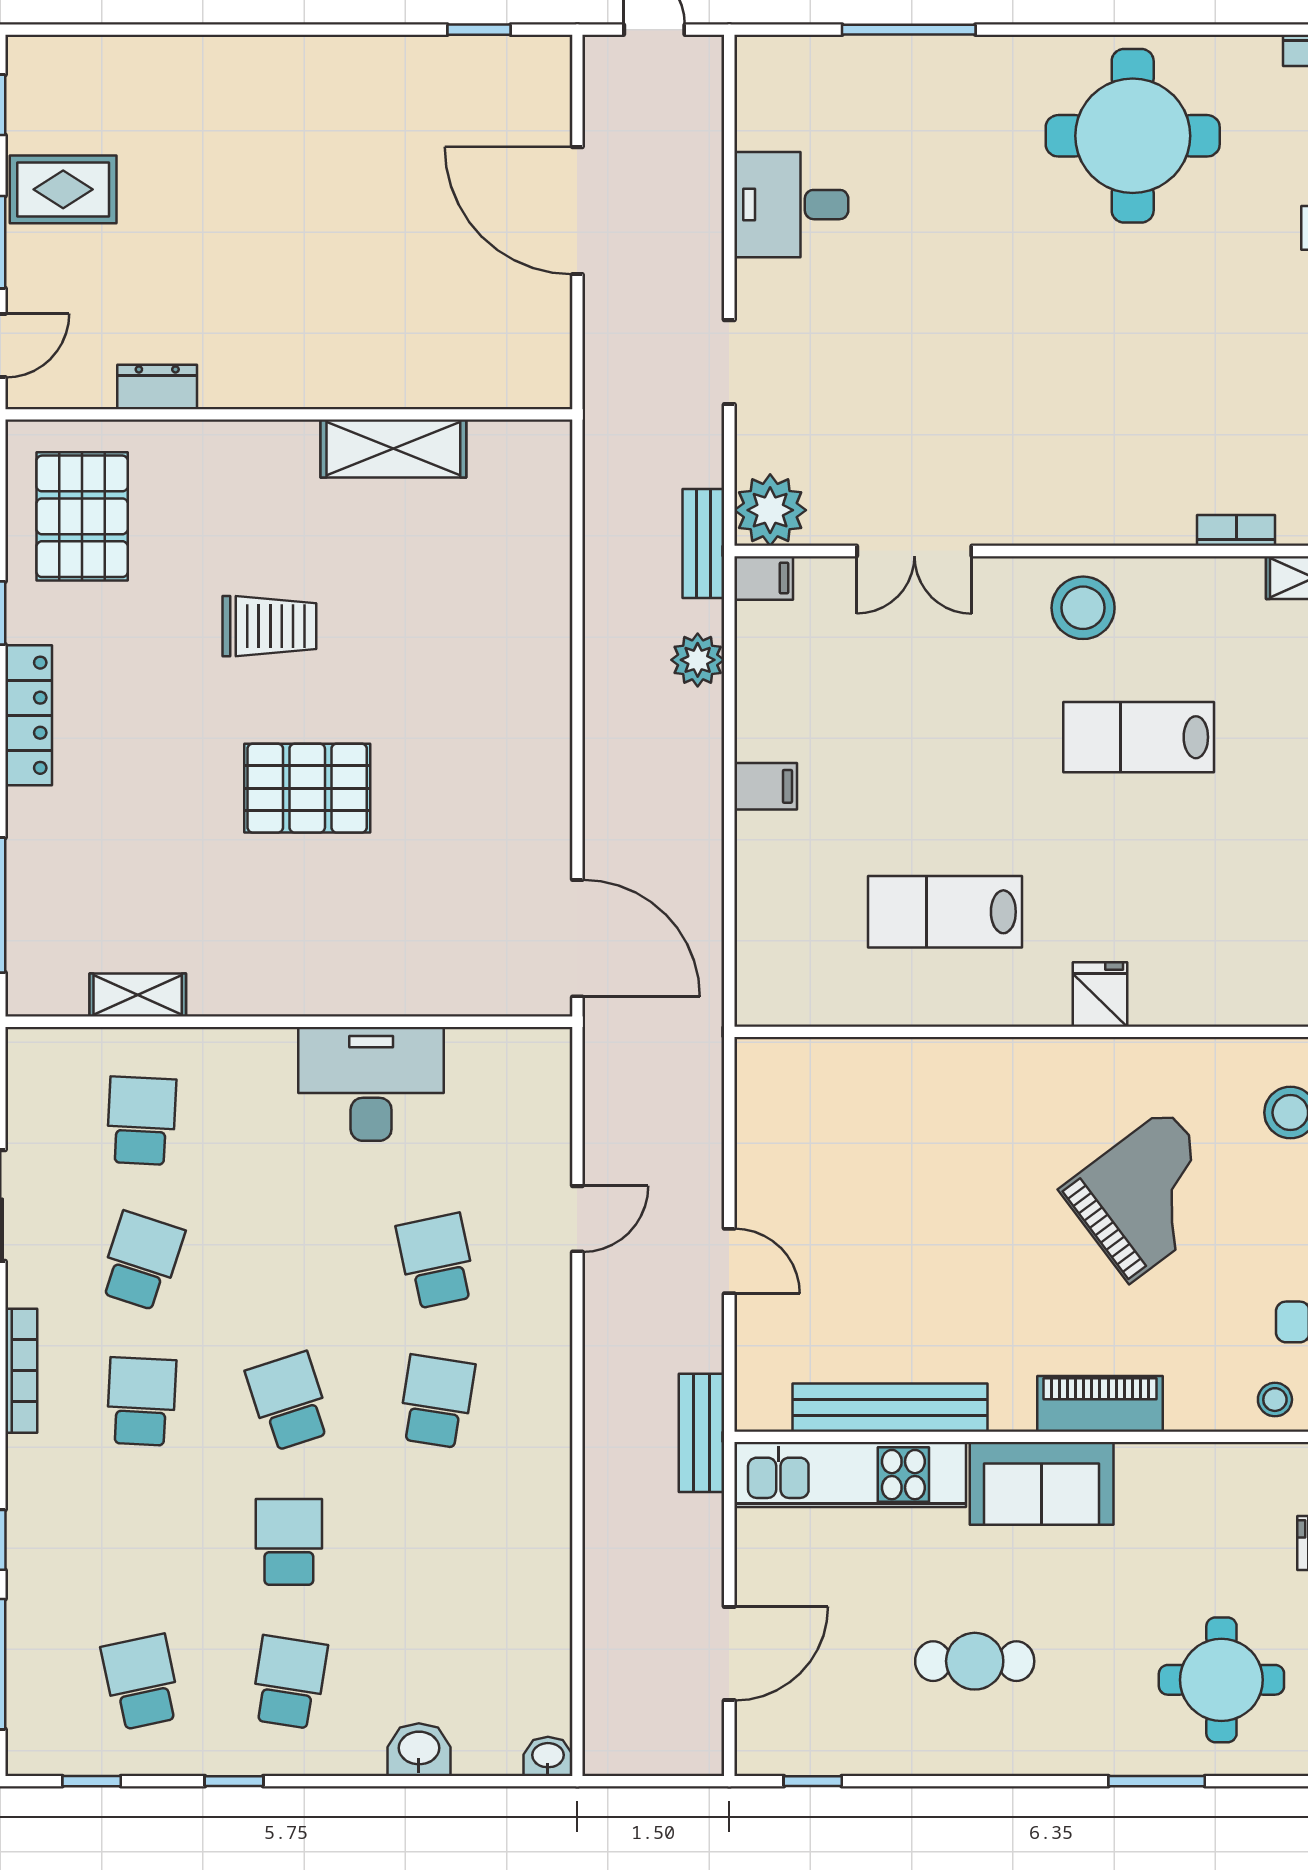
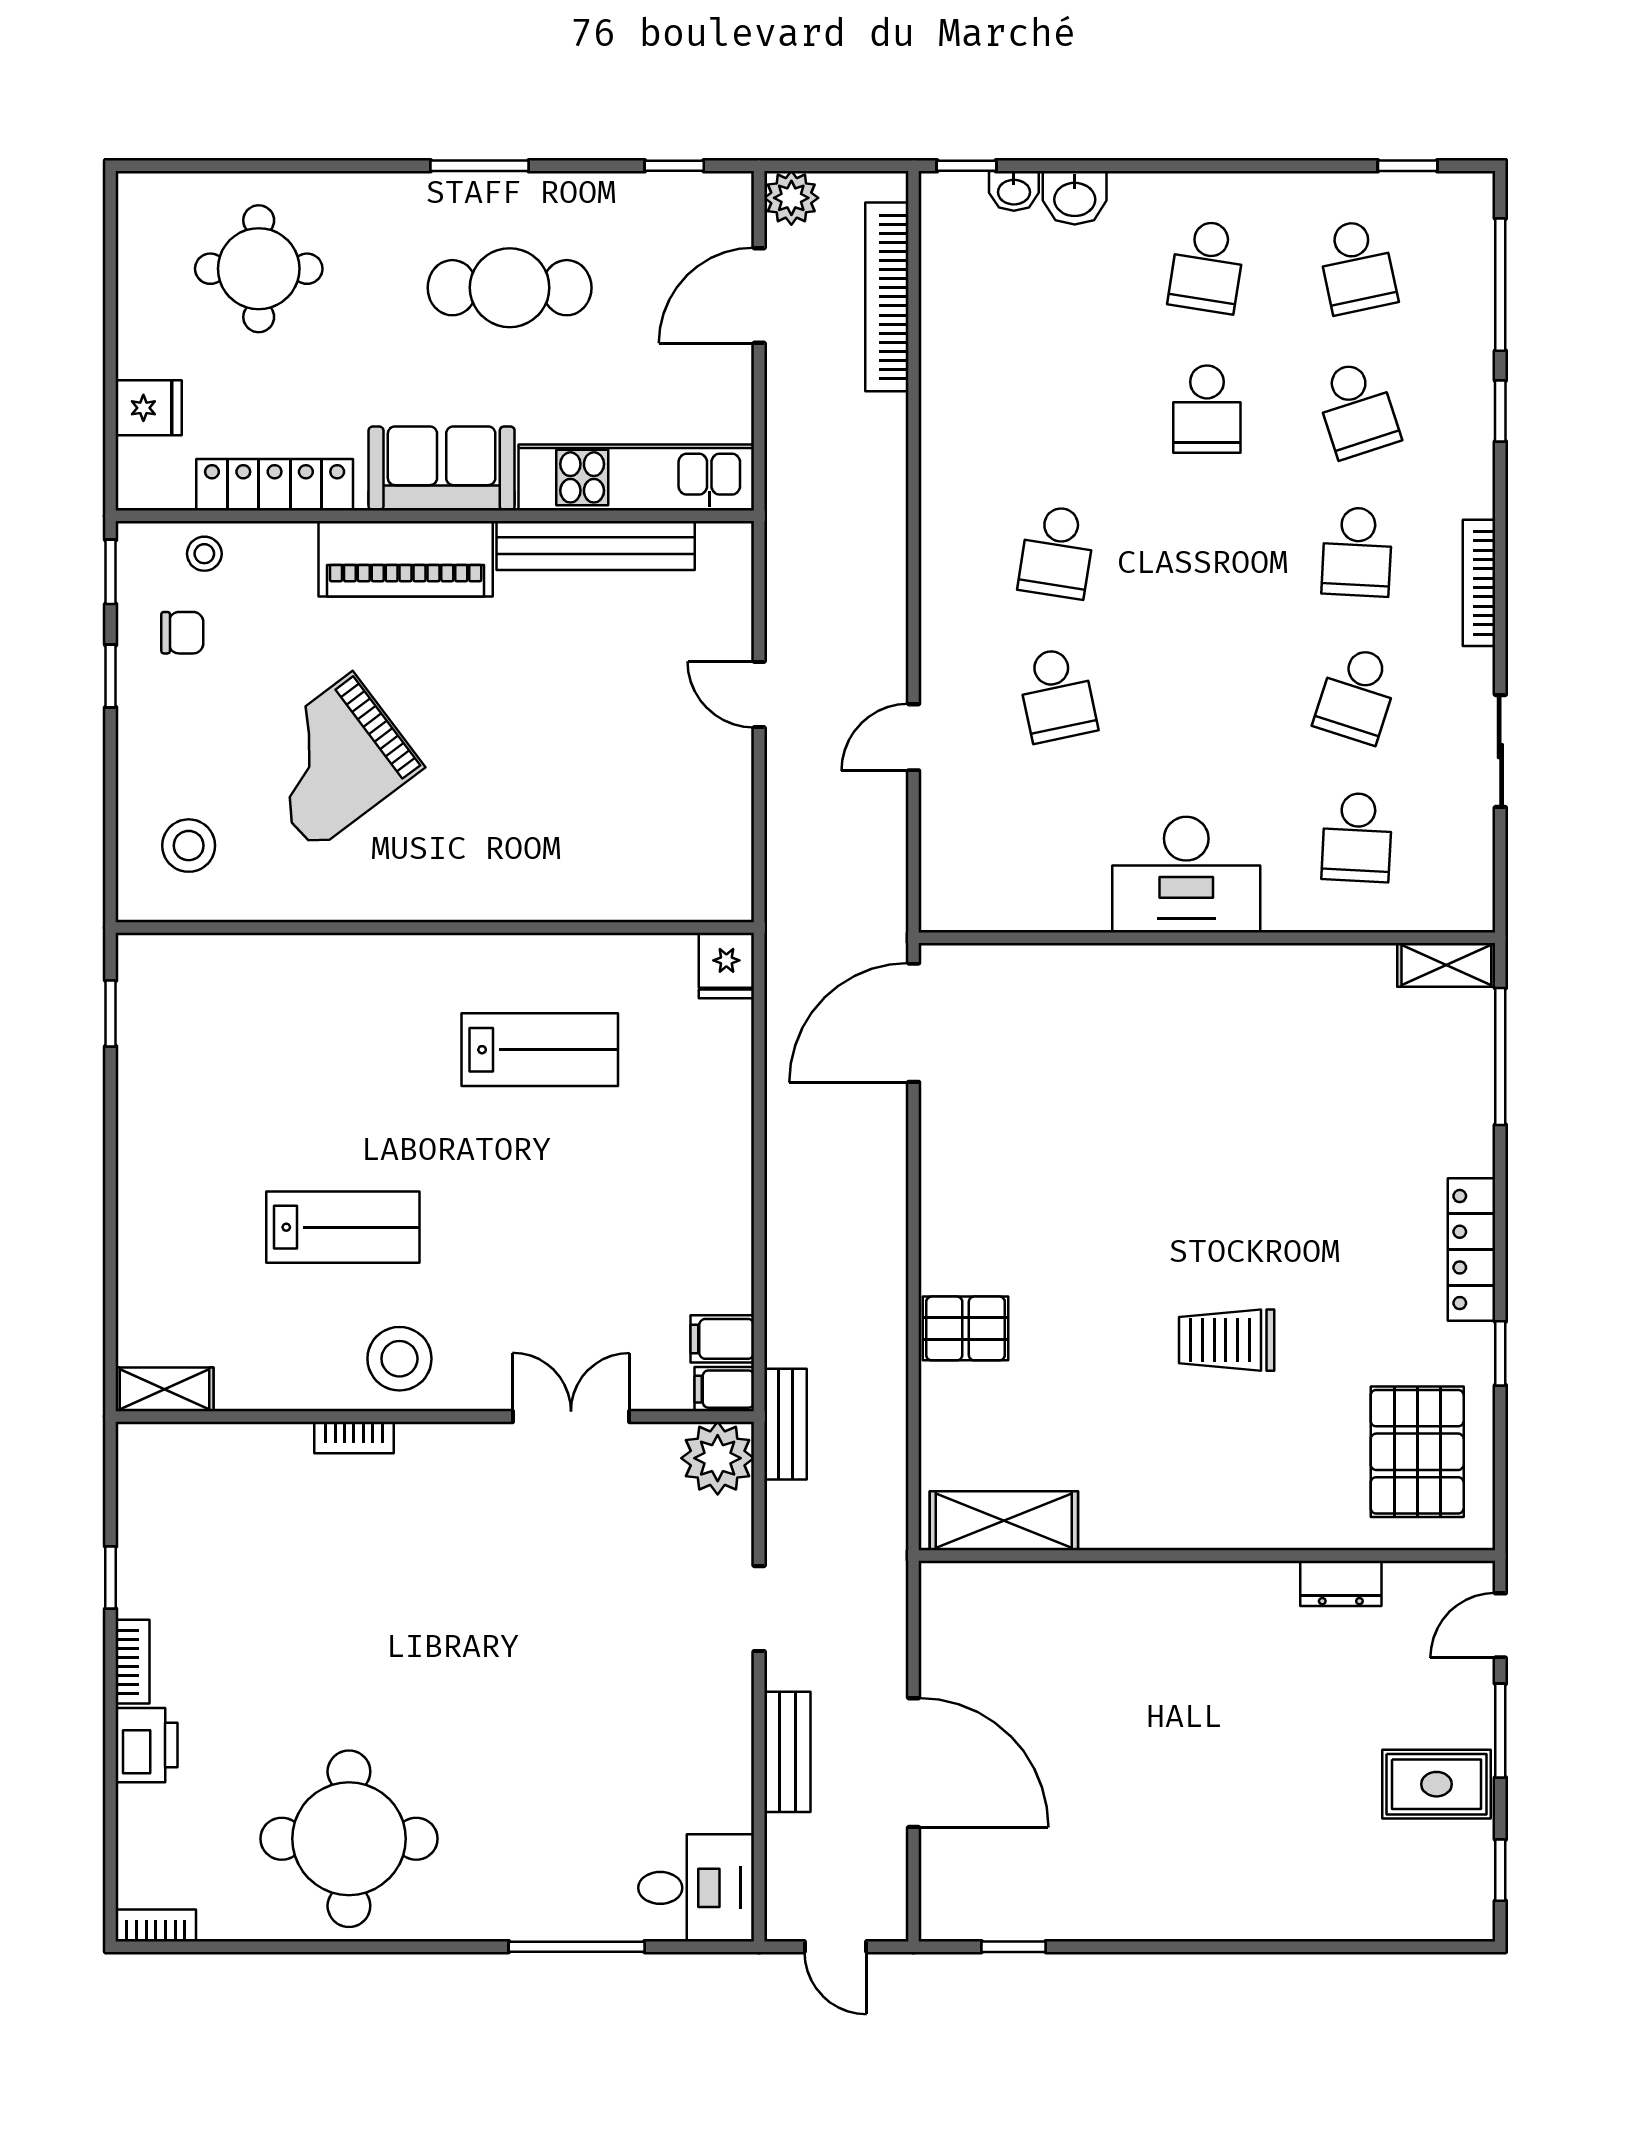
desk: (791, 205) -> (696, 1888), moved
shelving: (393, 449) -> (1004, 1521), moved
bookcase: (1236, 530) -> (354, 1437), moved
plant: (698, 660) -> (791, 198), moved
filing cabinet: (766, 786) -> (722, 1339), moved
pallet: (307, 788) -> (966, 1328), moved, width x0.67, depth x0.71
door: (577, 938) -> (914, 1023), hinge flipped
fridge: (1100, 994) -> (726, 966), moved
shelving: (138, 995) -> (1446, 965), moved
desk: (371, 1084) -> (1186, 875), moved
school desk: (289, 1401) -> (1357, 409), moved
piano: (1100, 1404) -> (406, 559), width x1.37, depth x1.33
bench: (702, 1433) -> (787, 1752), moved
locker: (1206, 1467) -> (275, 485), added
bookcase: (604, 1652) -> (887, 297), added
cafe table: (975, 1661) -> (510, 288), width x1.37, depth x1.35
washbasin: (548, 1756) -> (1014, 191), moved
window: (234, 1781) -> (967, 166), moved
window: (1157, 1781) -> (480, 166), moved

